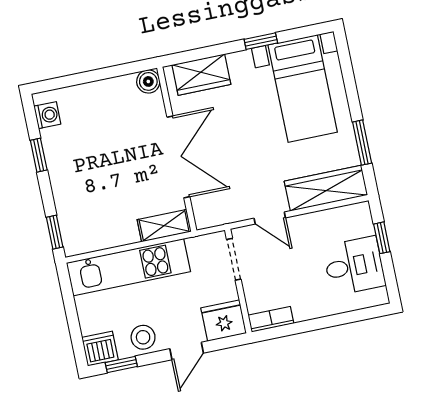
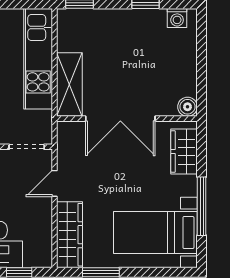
window: (261, 41) -> (202, 206), width x2.17
shelving: (164, 226) -> (69, 85), width x1.50, depth x1.33

